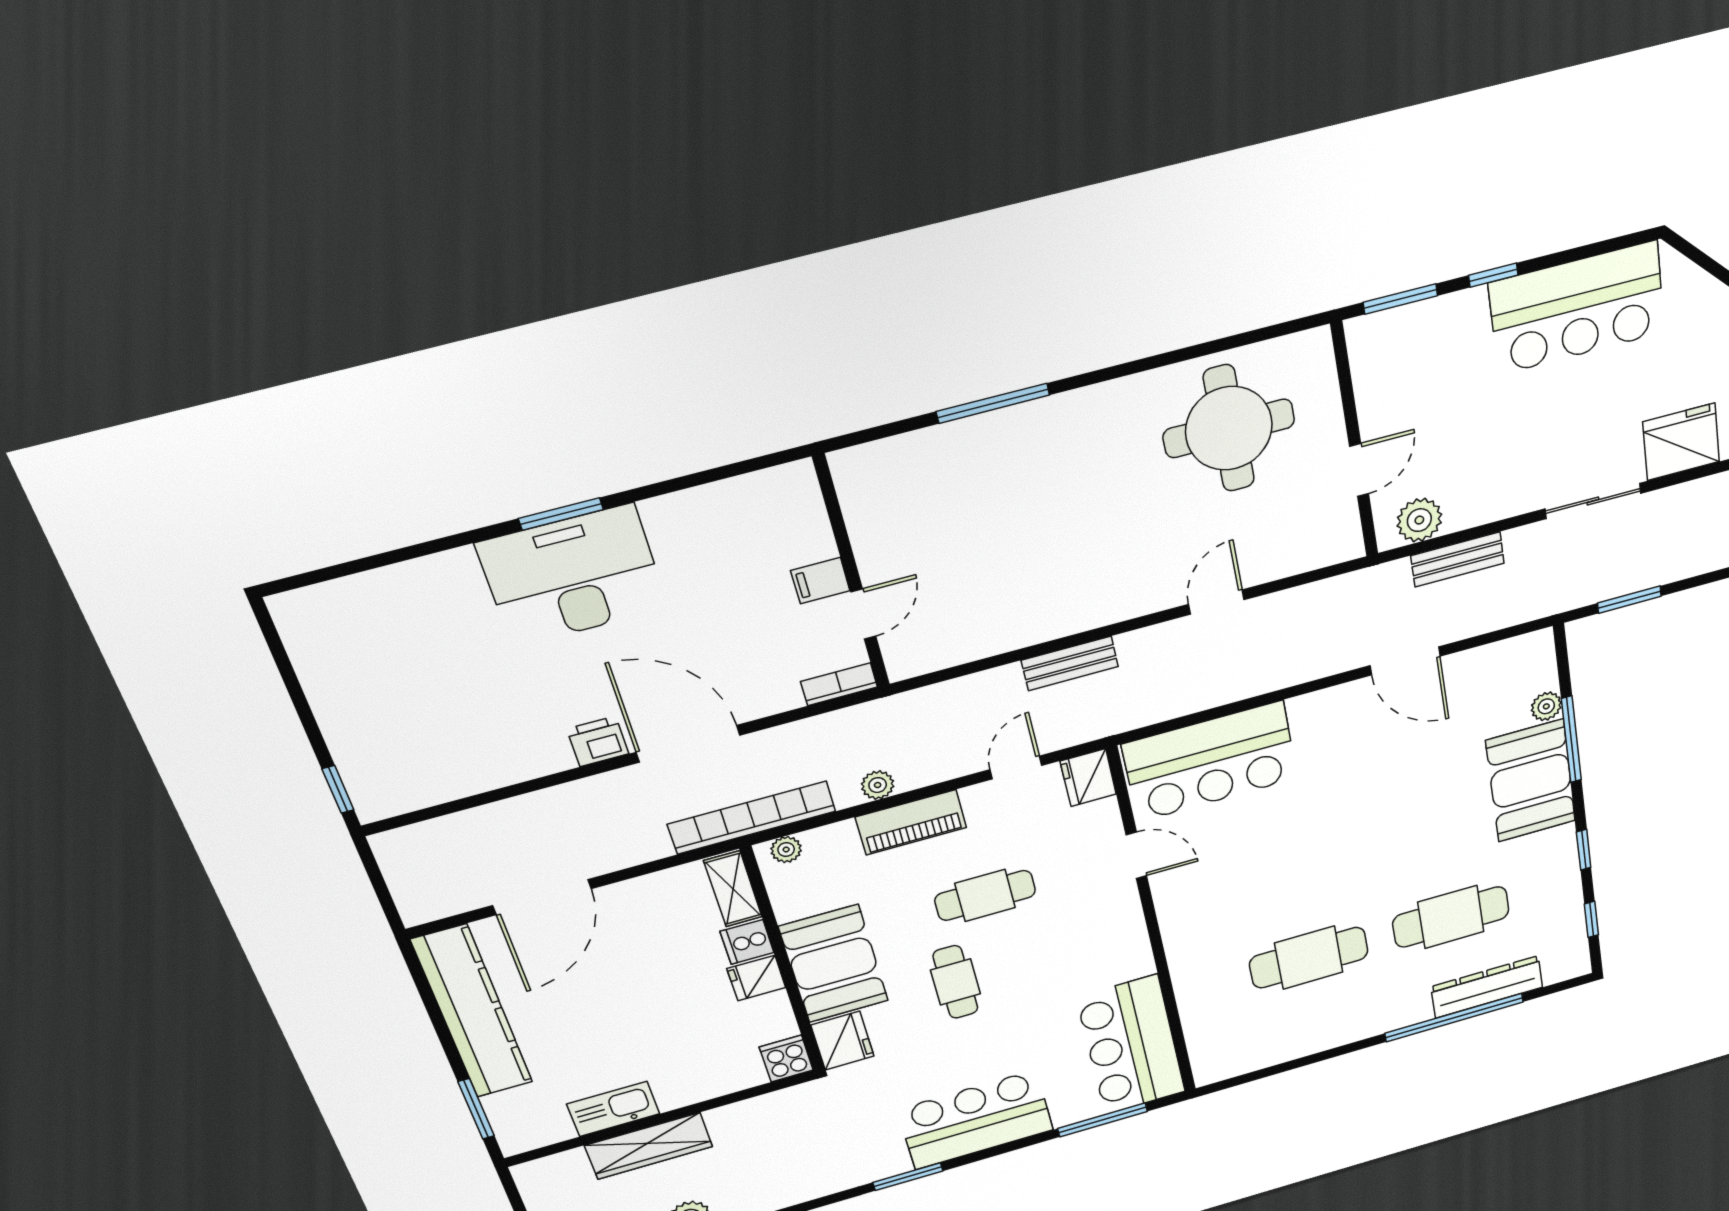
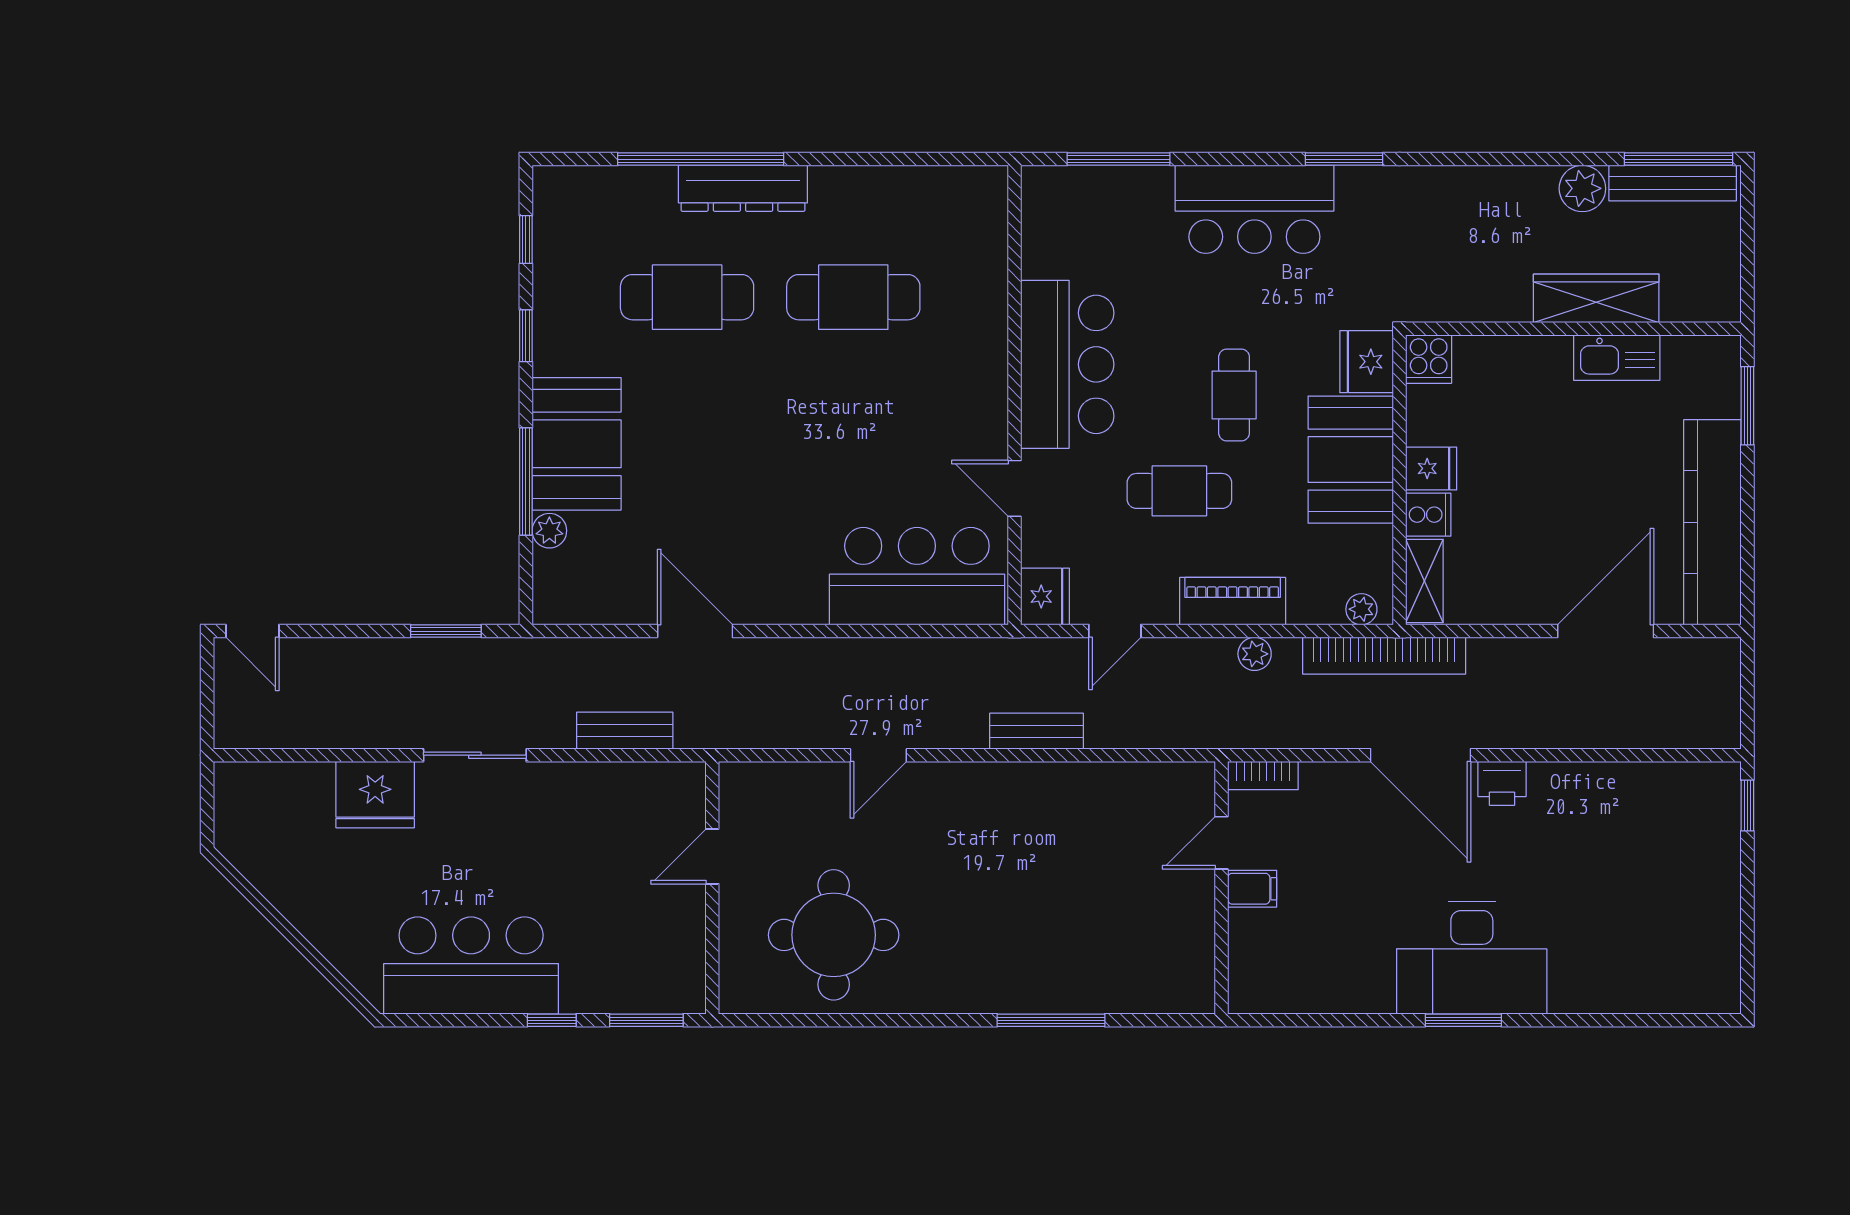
plant: (1419, 520) -> (659, 785), removed
dresser: (1487, 987) -> (743, 188), moved
bar counter: (1131, 1045) -> (1067, 364), moved

